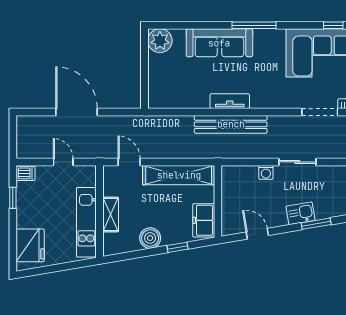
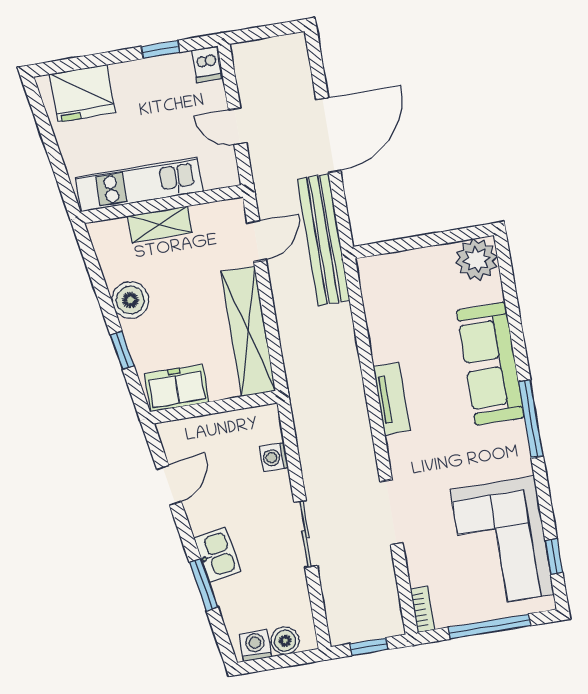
doorway: (320, 112) -> (391, 512), moved
bench: (231, 124) -> (324, 240), moved
door: (63, 162) -> (237, 126), swing flipped
washing machine: (266, 172) -> (274, 457), moved

